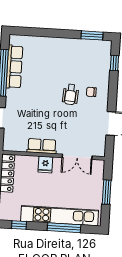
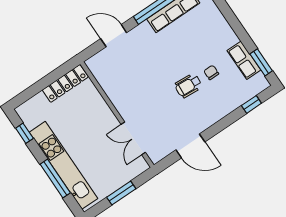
chair: (91, 92) -> (211, 72), moved
row of seats: (42, 146) -> (244, 60), moved, turned 180
fridge: (45, 165) -> (102, 114), removed

